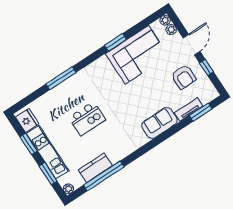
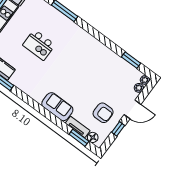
window: (115, 42) -> (131, 60), moved
corner sofa: (137, 55) -> (107, 67), removed
armchair: (184, 77) -> (103, 113), turned -90
floor lamp: (206, 98) -> (93, 137), added

